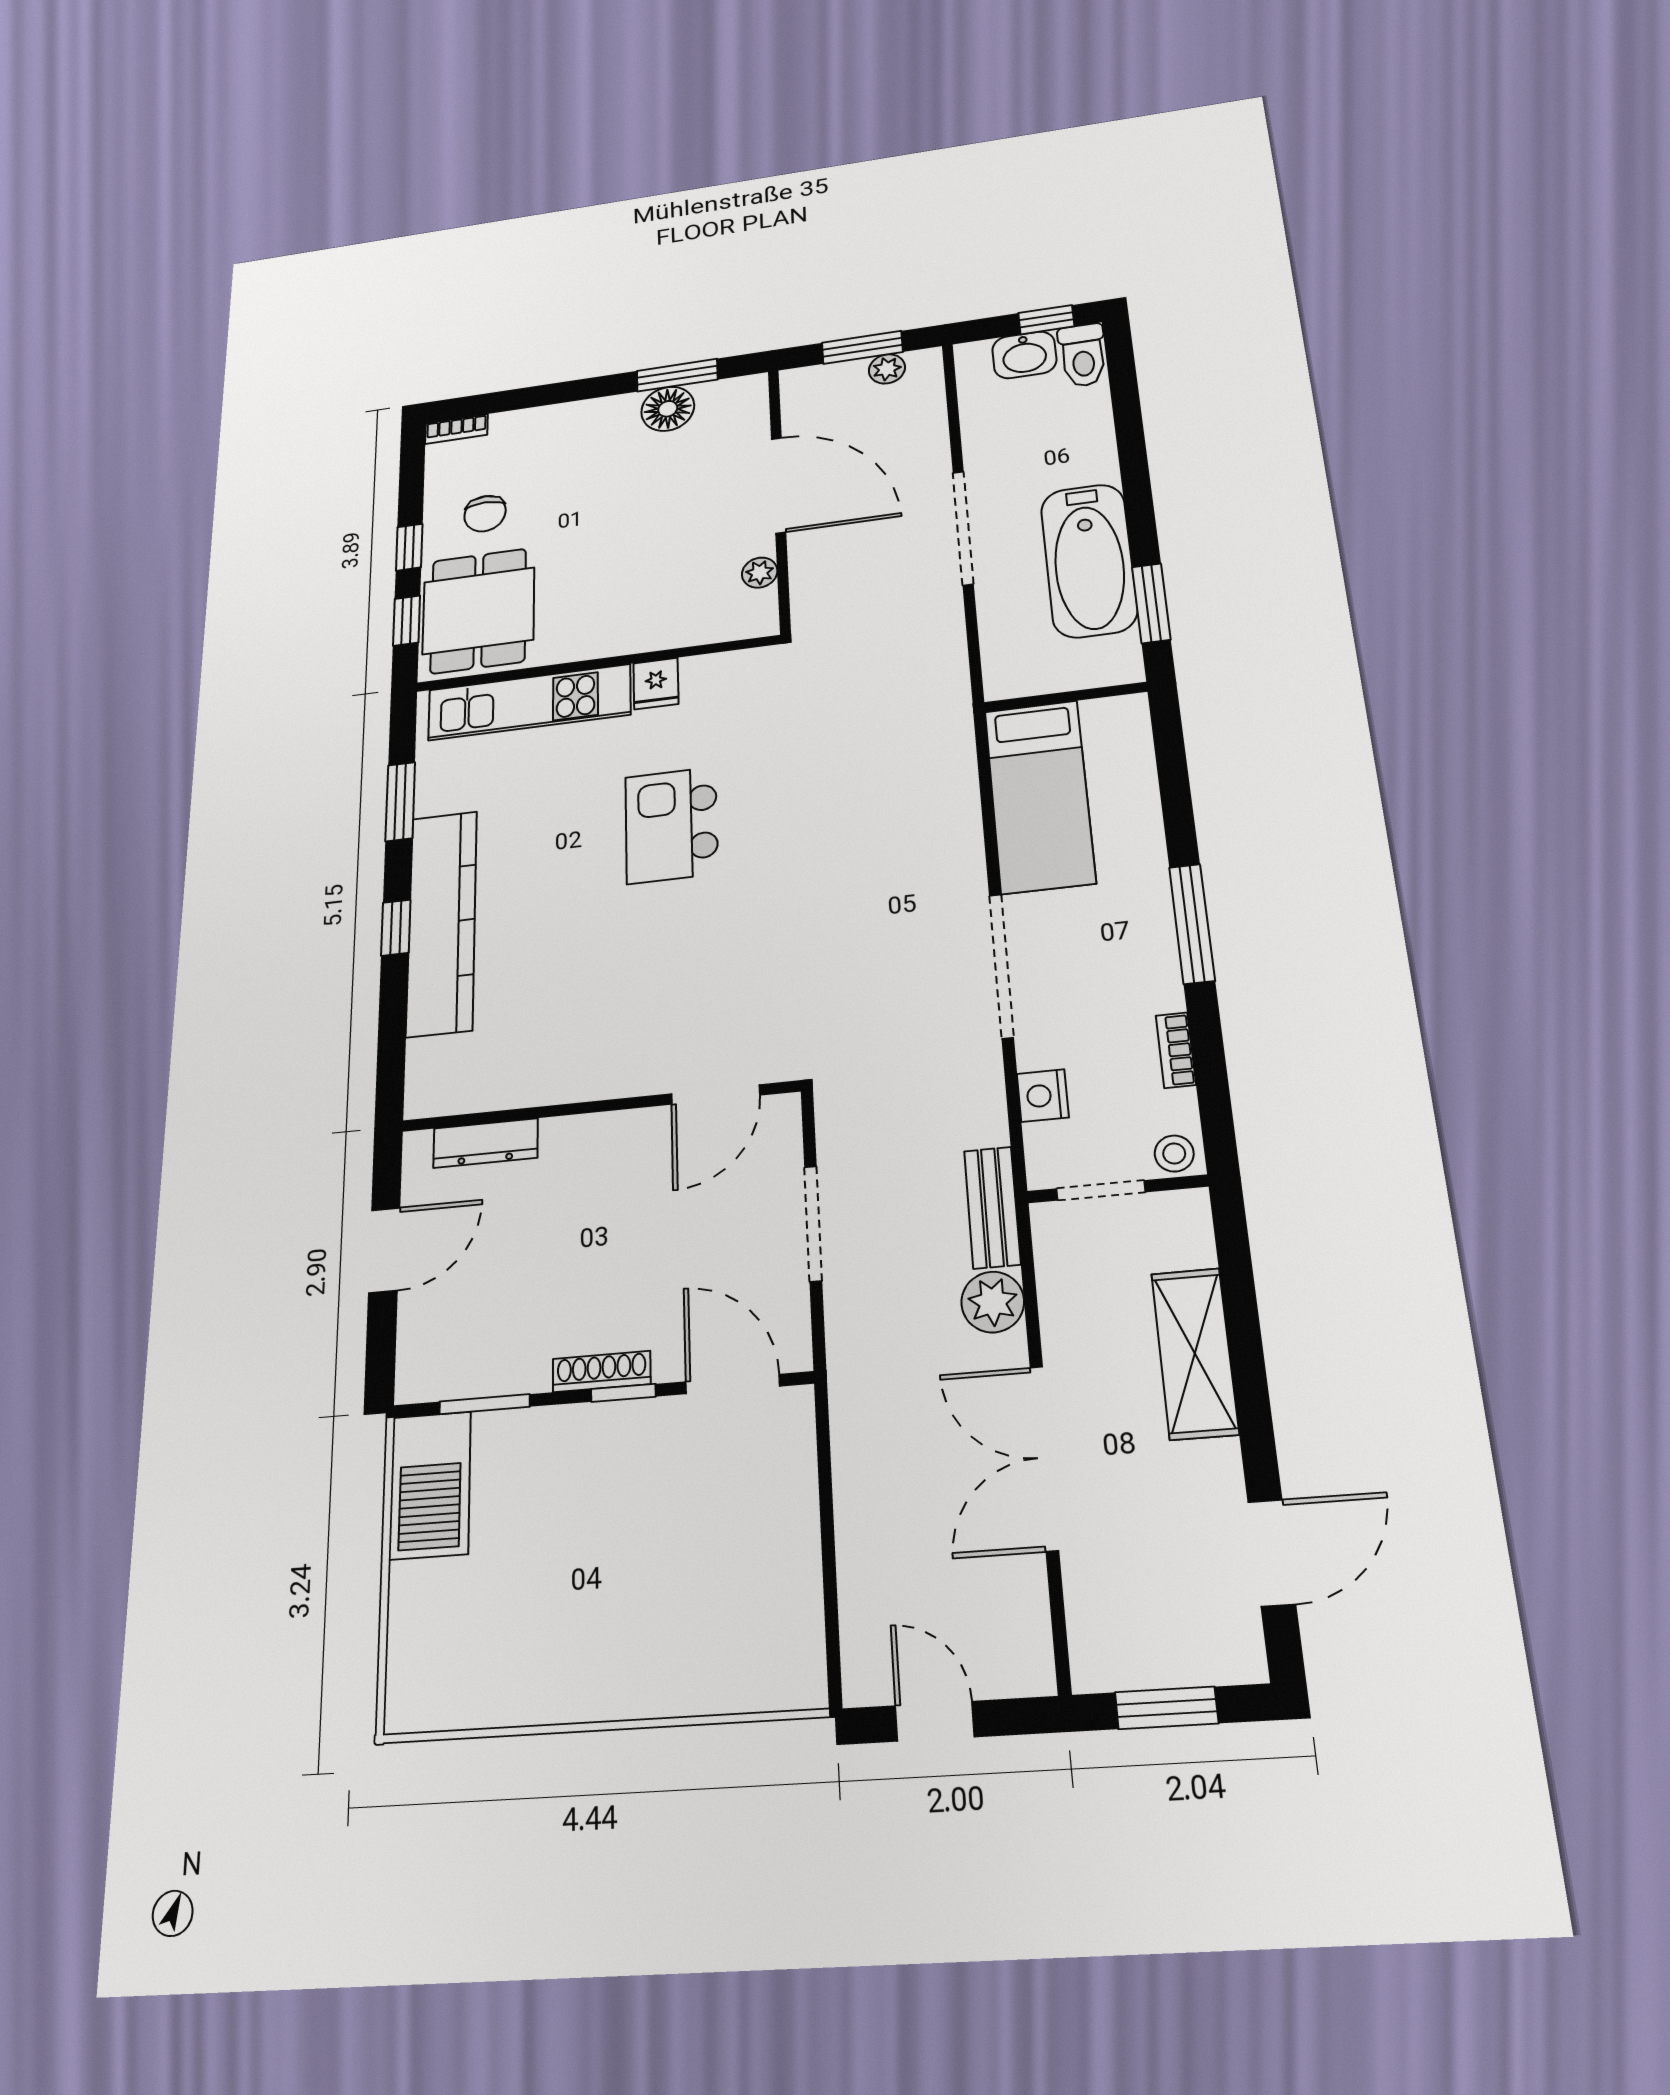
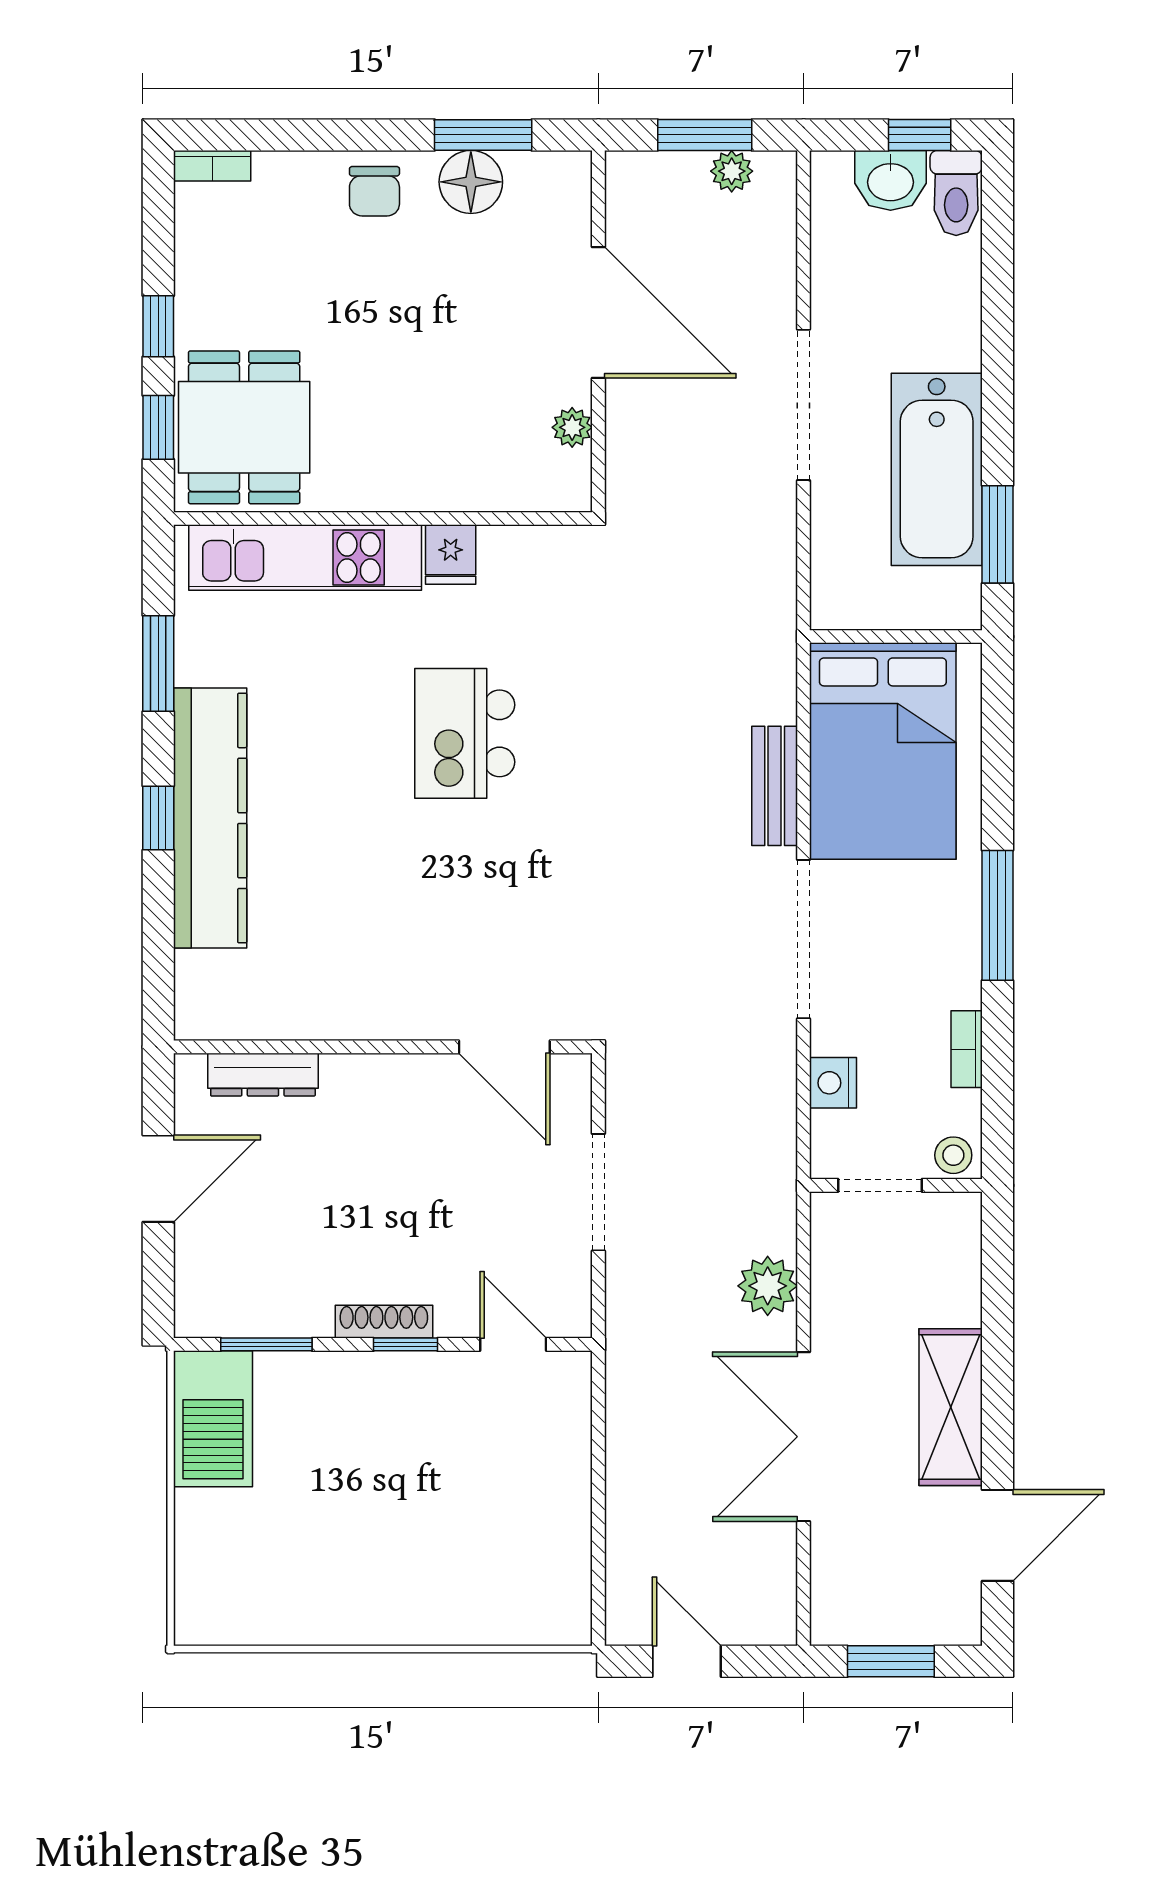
chair: (485, 514) -> (374, 191), moved
bed: (1039, 796) -> (883, 751), width x1.50
door: (715, 1094) -> (504, 1047), hinge flipped
bench: (992, 1207) -> (775, 786), moved
shelving: (1195, 1353) -> (951, 1407), moved
door: (733, 1384) -> (513, 1344), width x0.73

